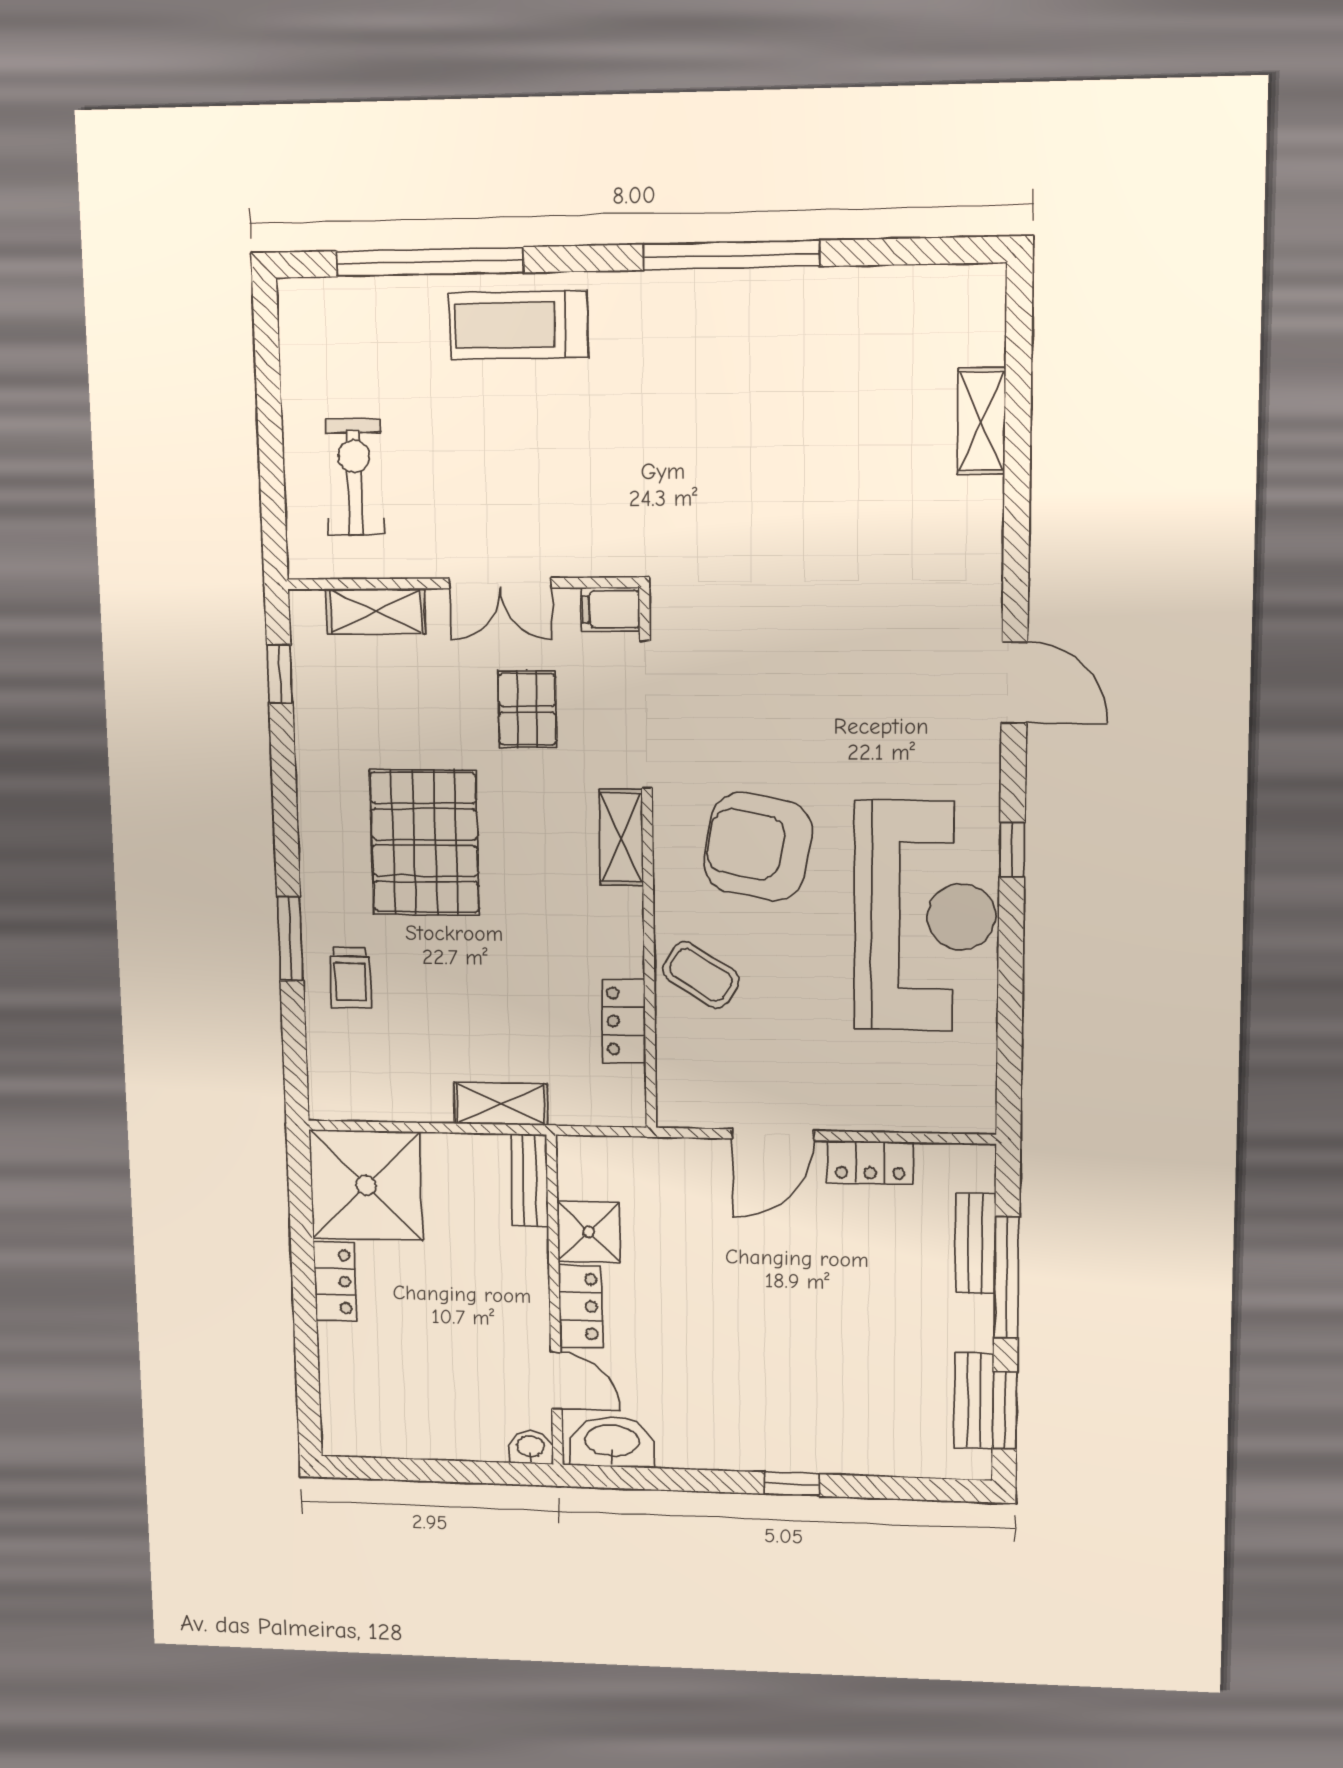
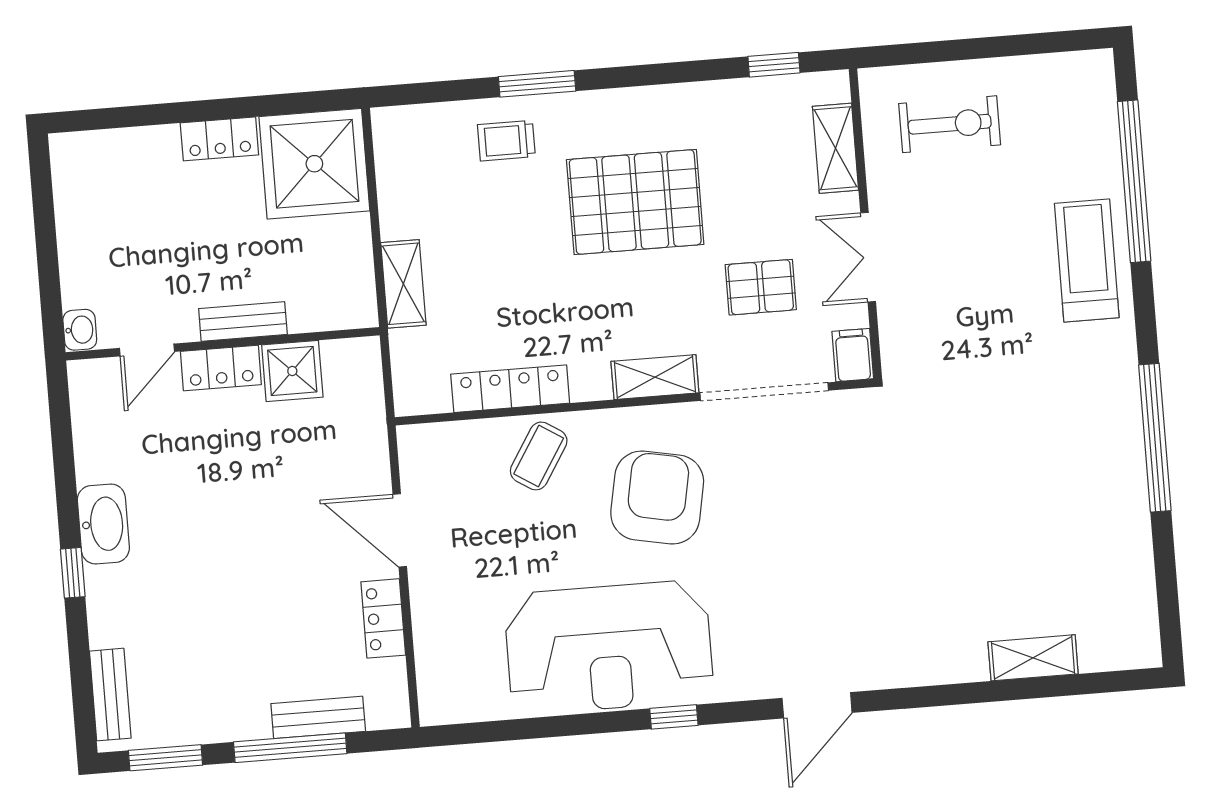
locker: (624, 1021) -> (510, 389), width x1.53
bench: (530, 1180) -> (243, 322), moved
bench: (974, 1401) -> (110, 695), moved, turned 90
washbasin: (612, 1442) -> (103, 524), moved

